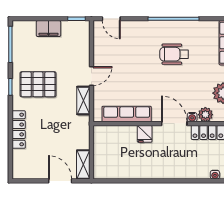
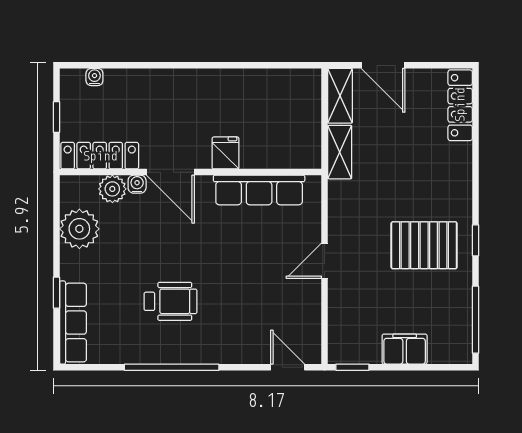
shelving: (83, 100) -> (340, 152), moved
locker: (19, 129) -> (460, 105), moved

